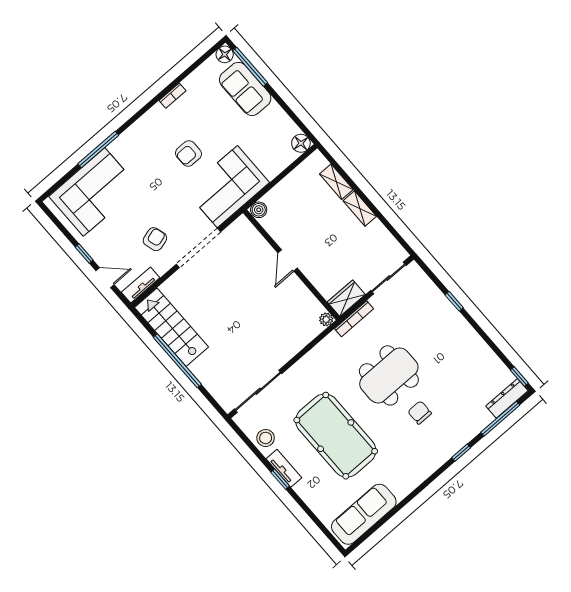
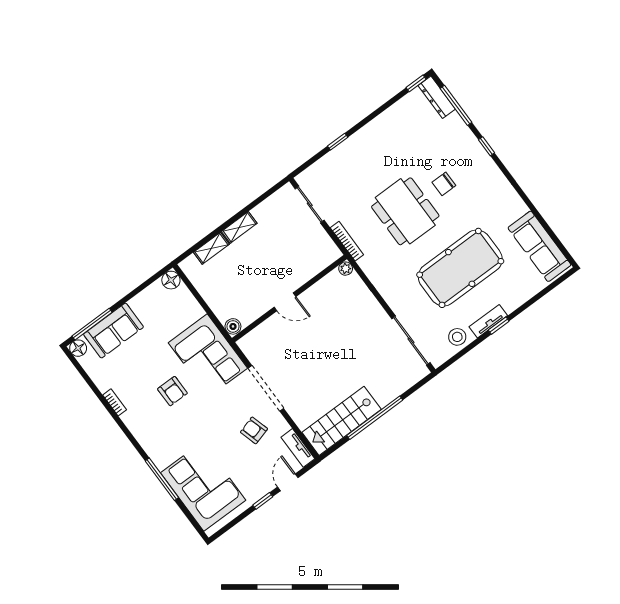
wardrobe: (346, 298) -> (326, 247), removed

